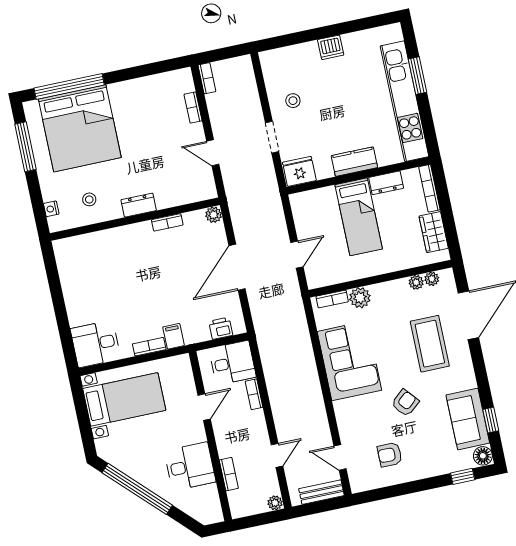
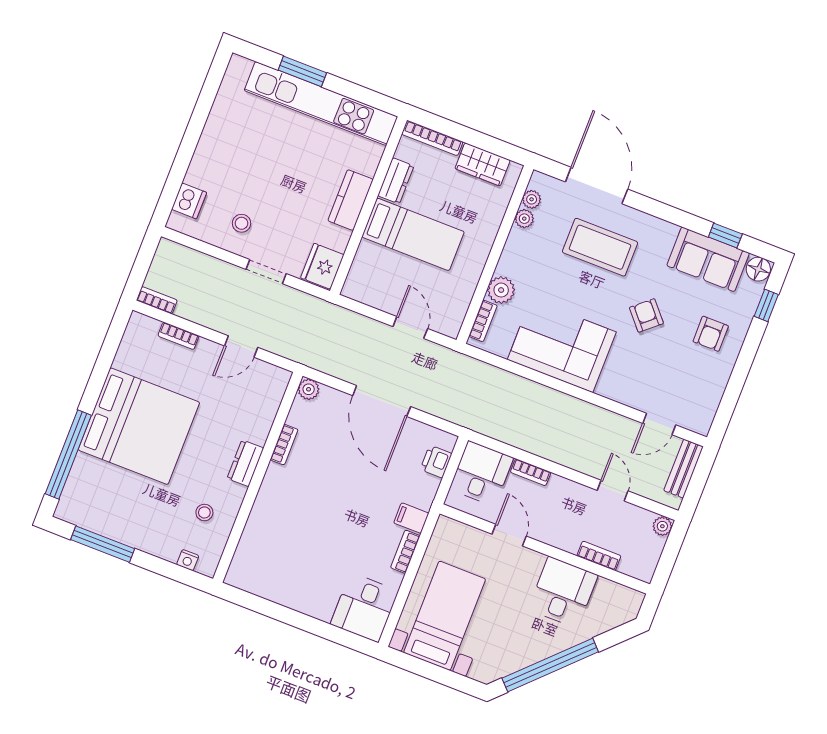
dishwasher: (331, 47) -> (189, 201), moved
bed: (80, 128) -> (139, 426), moved
armchair: (390, 455) -> (711, 334), moved

